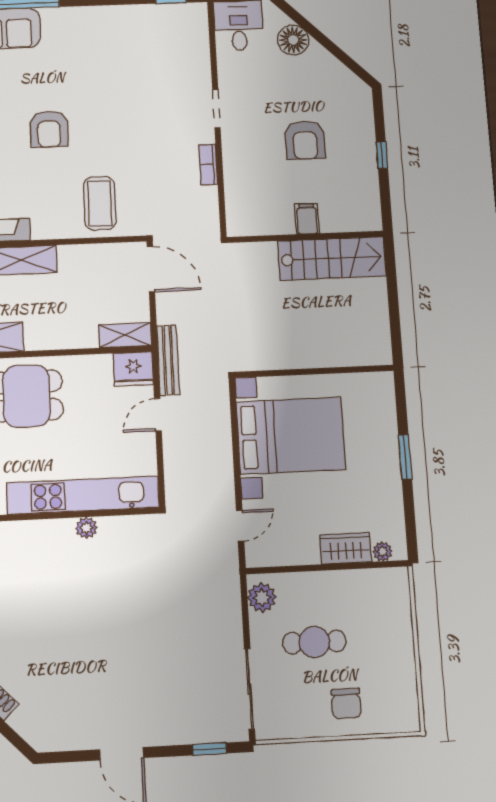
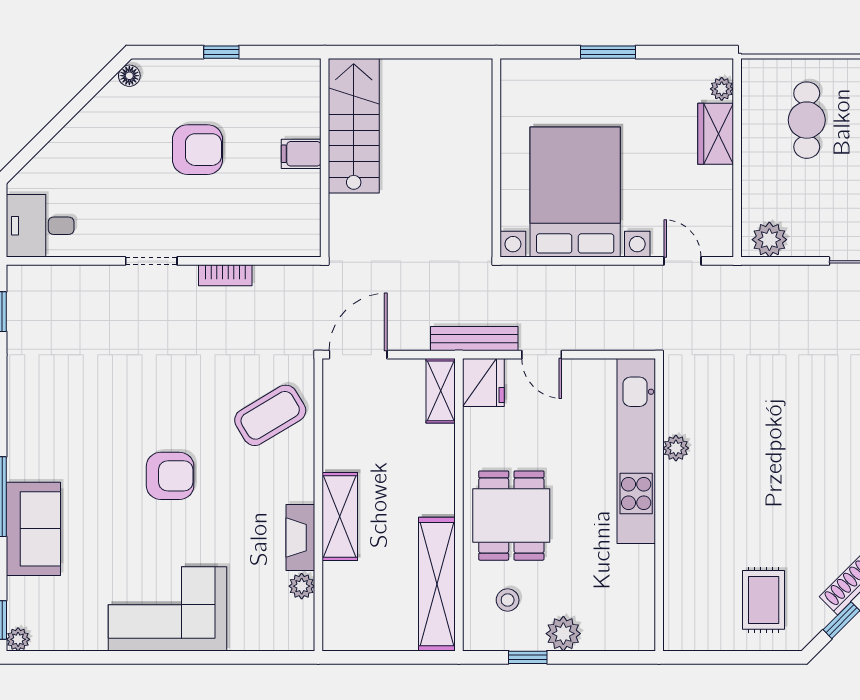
floor lamp: (293, 40) -> (129, 76), moved, width x0.53, depth x0.53
coffee table: (100, 203) -> (270, 415), turned -31
cafe table: (314, 642) -> (807, 120), moved

